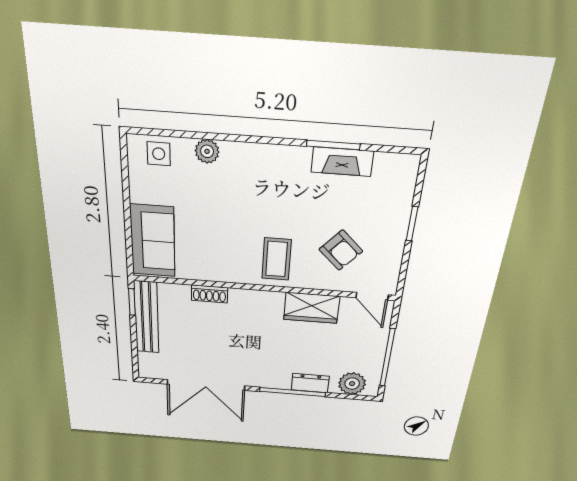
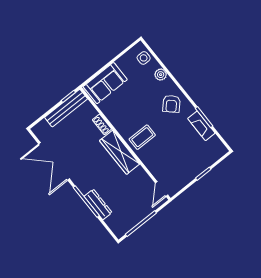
armchair: (341, 250) -> (171, 104), moved
wardrobe: (312, 308) -> (120, 152), moved, width x1.50
dresser: (310, 383) -> (98, 204), width x1.44
plant: (352, 384) -> (115, 222), removed

